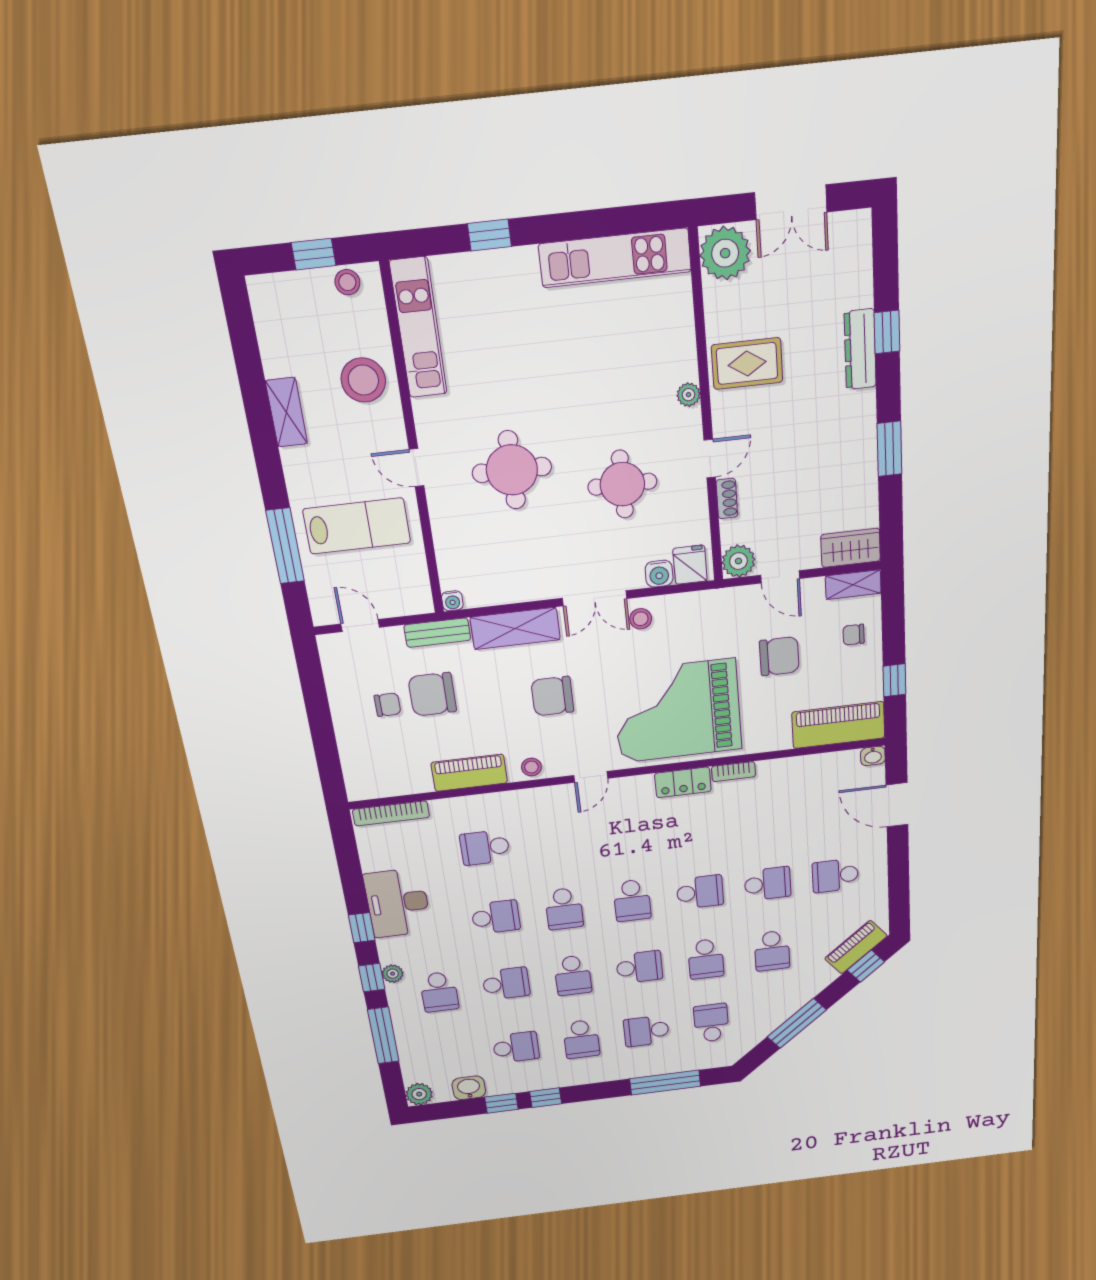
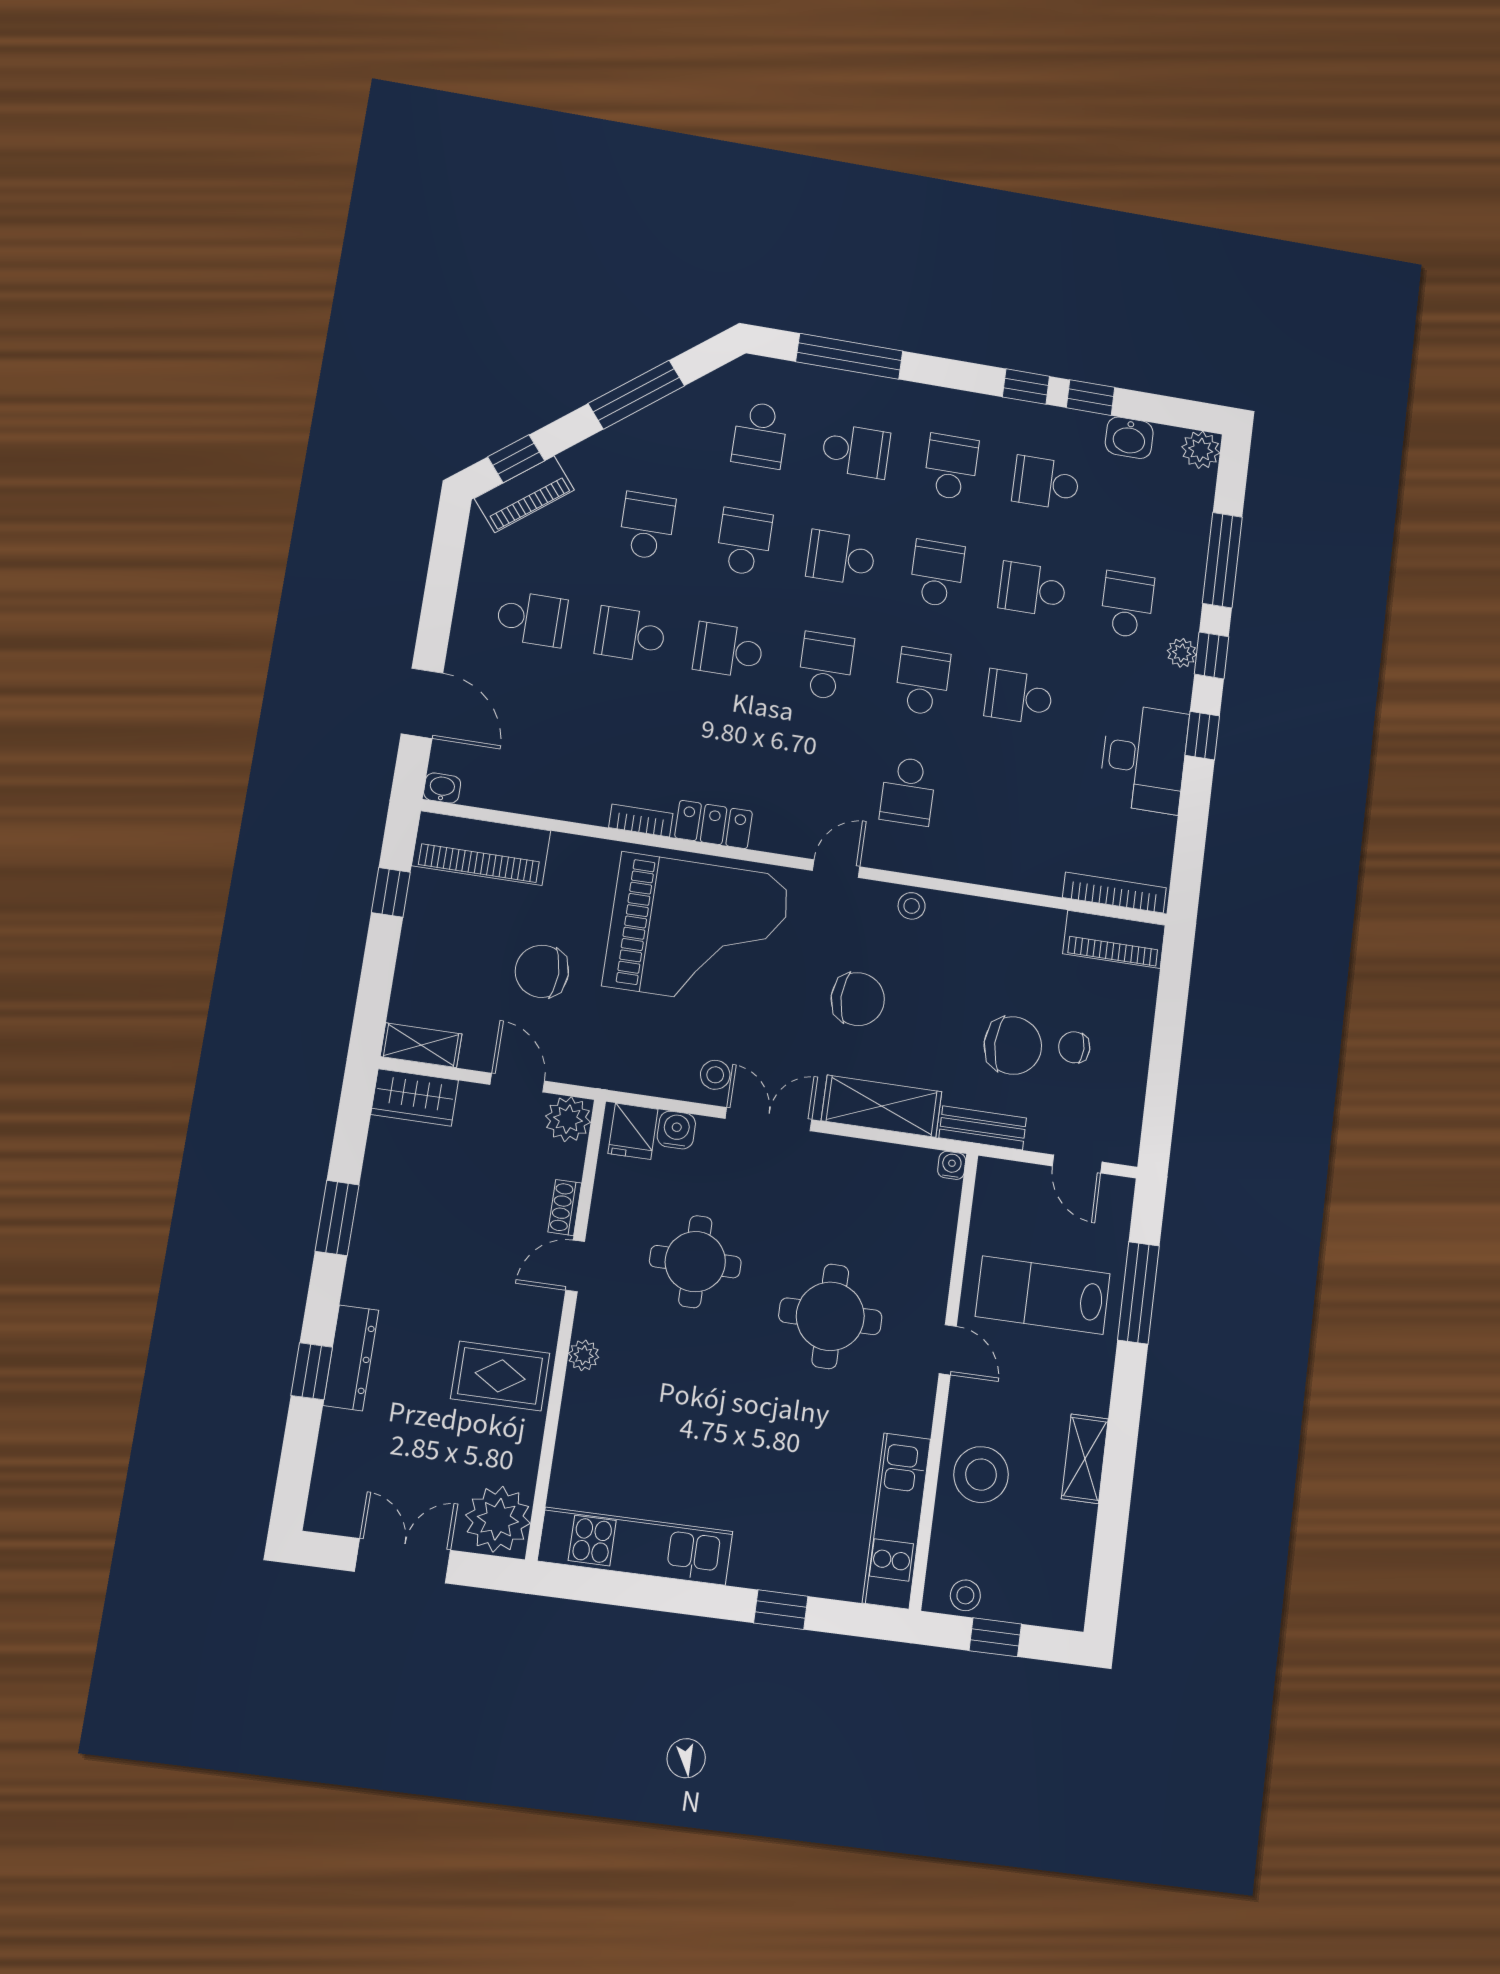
chair: (854, 635) -> (434, 974), removed
piano: (469, 773) -> (1114, 939), moved
school desk: (485, 847) -> (908, 791), moved, turned 90

